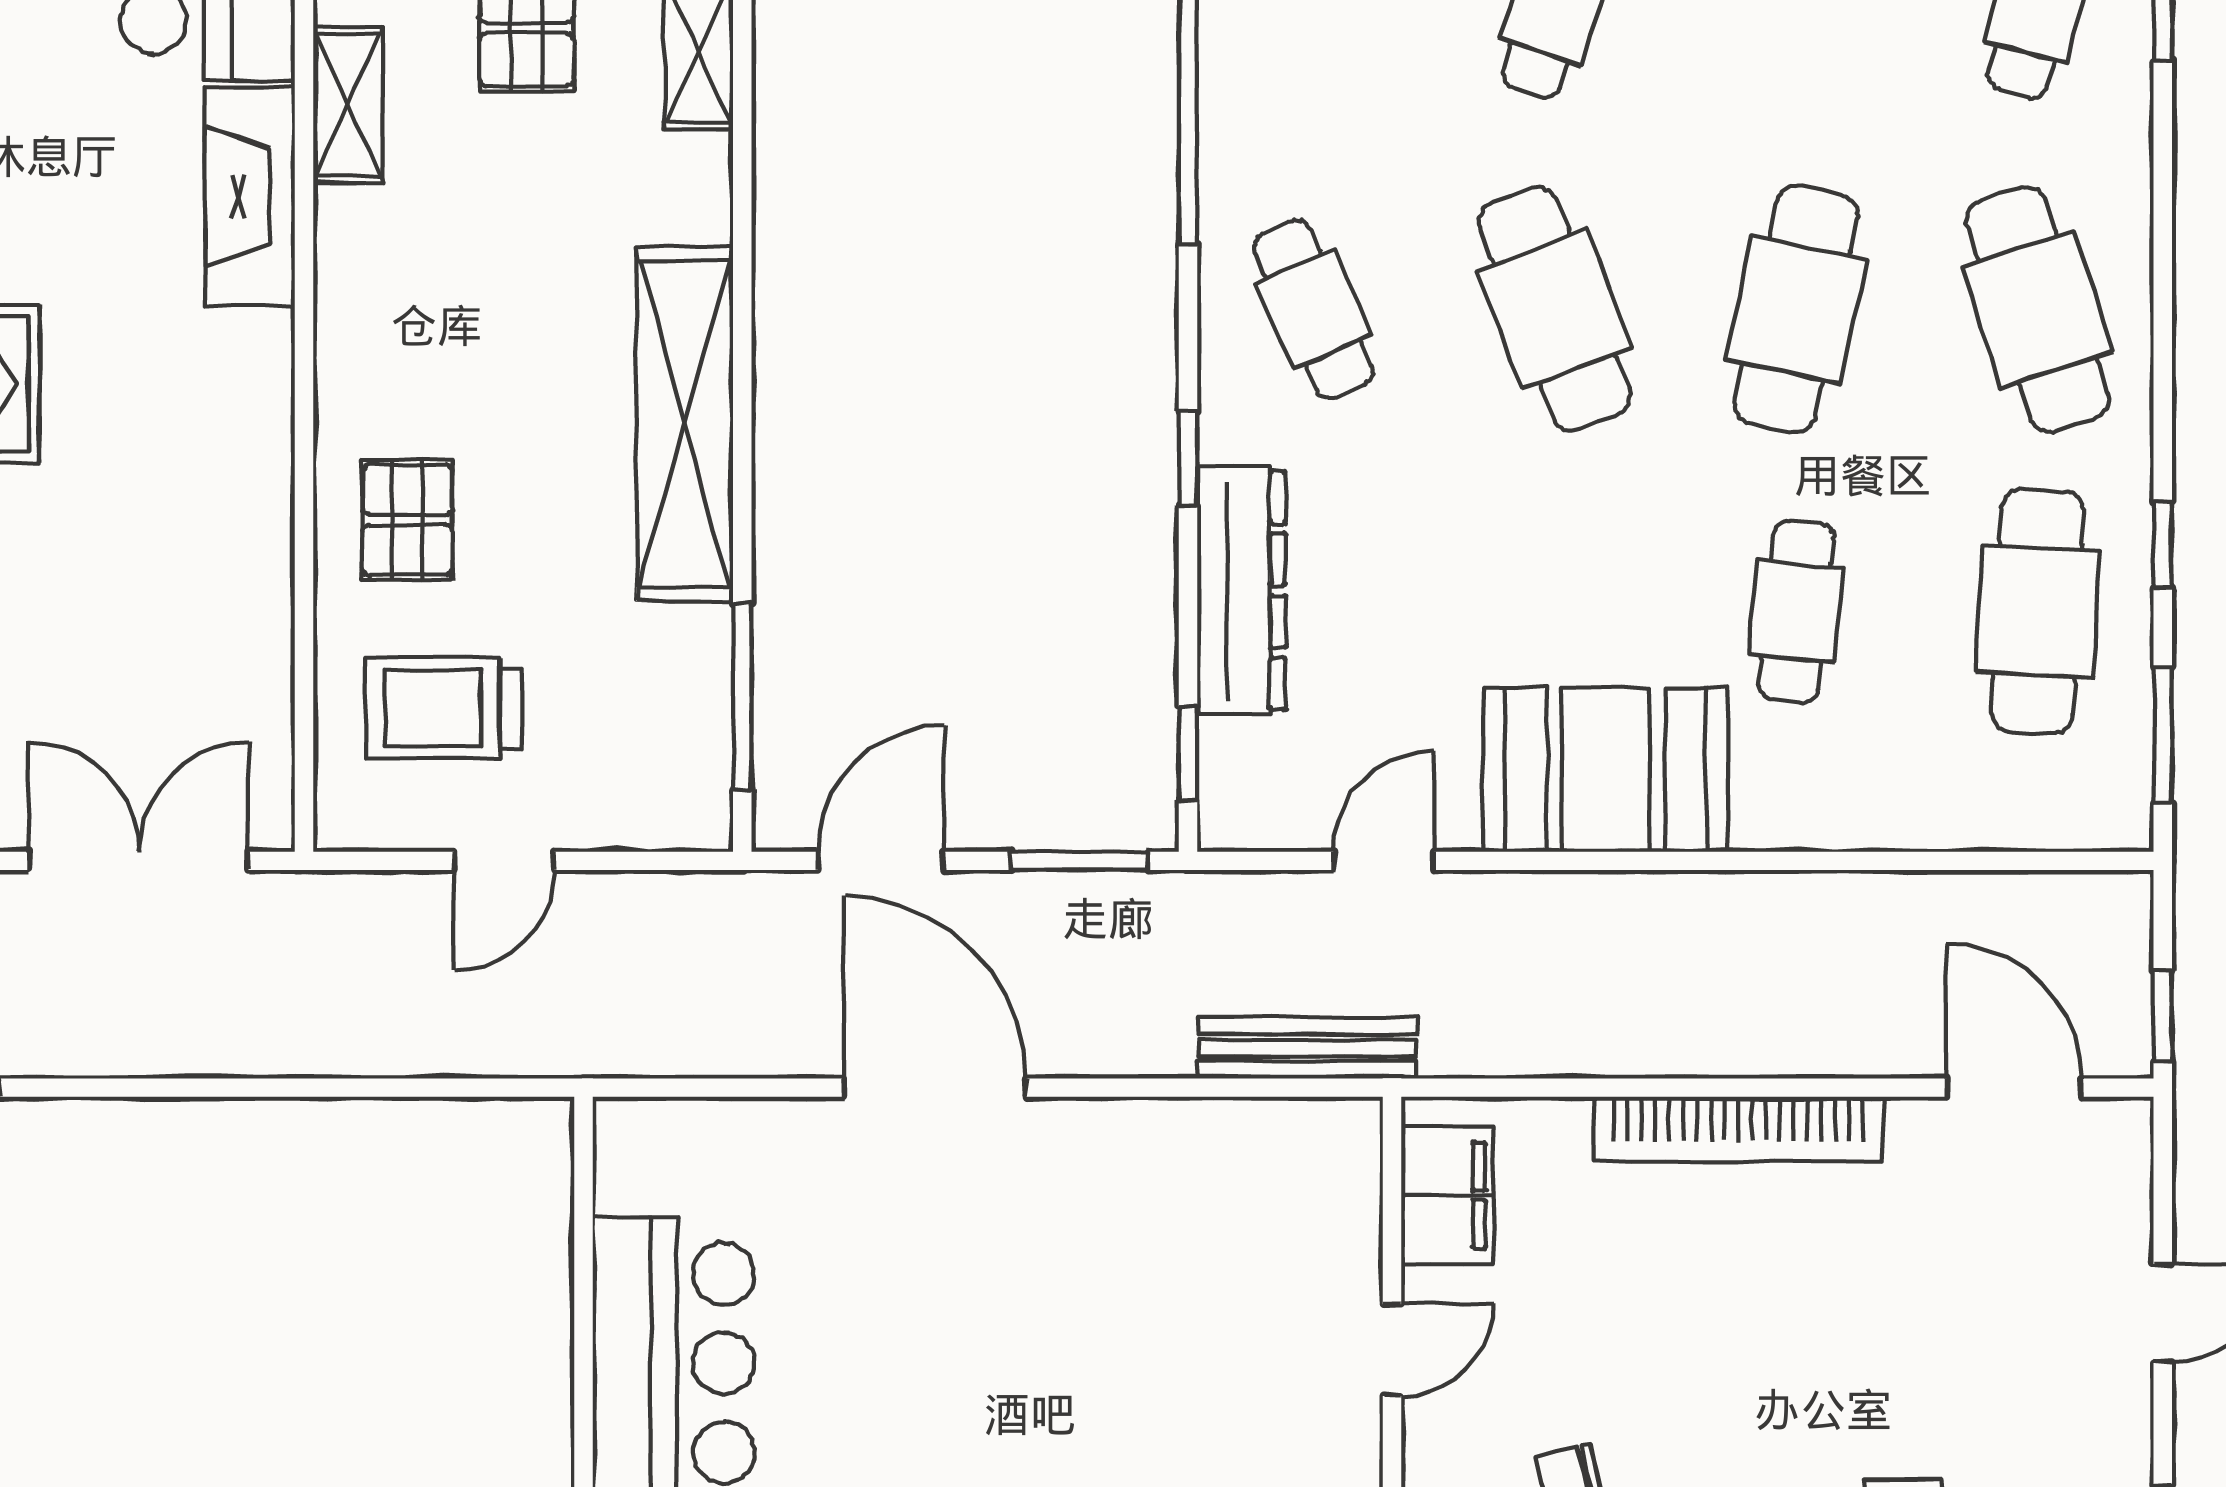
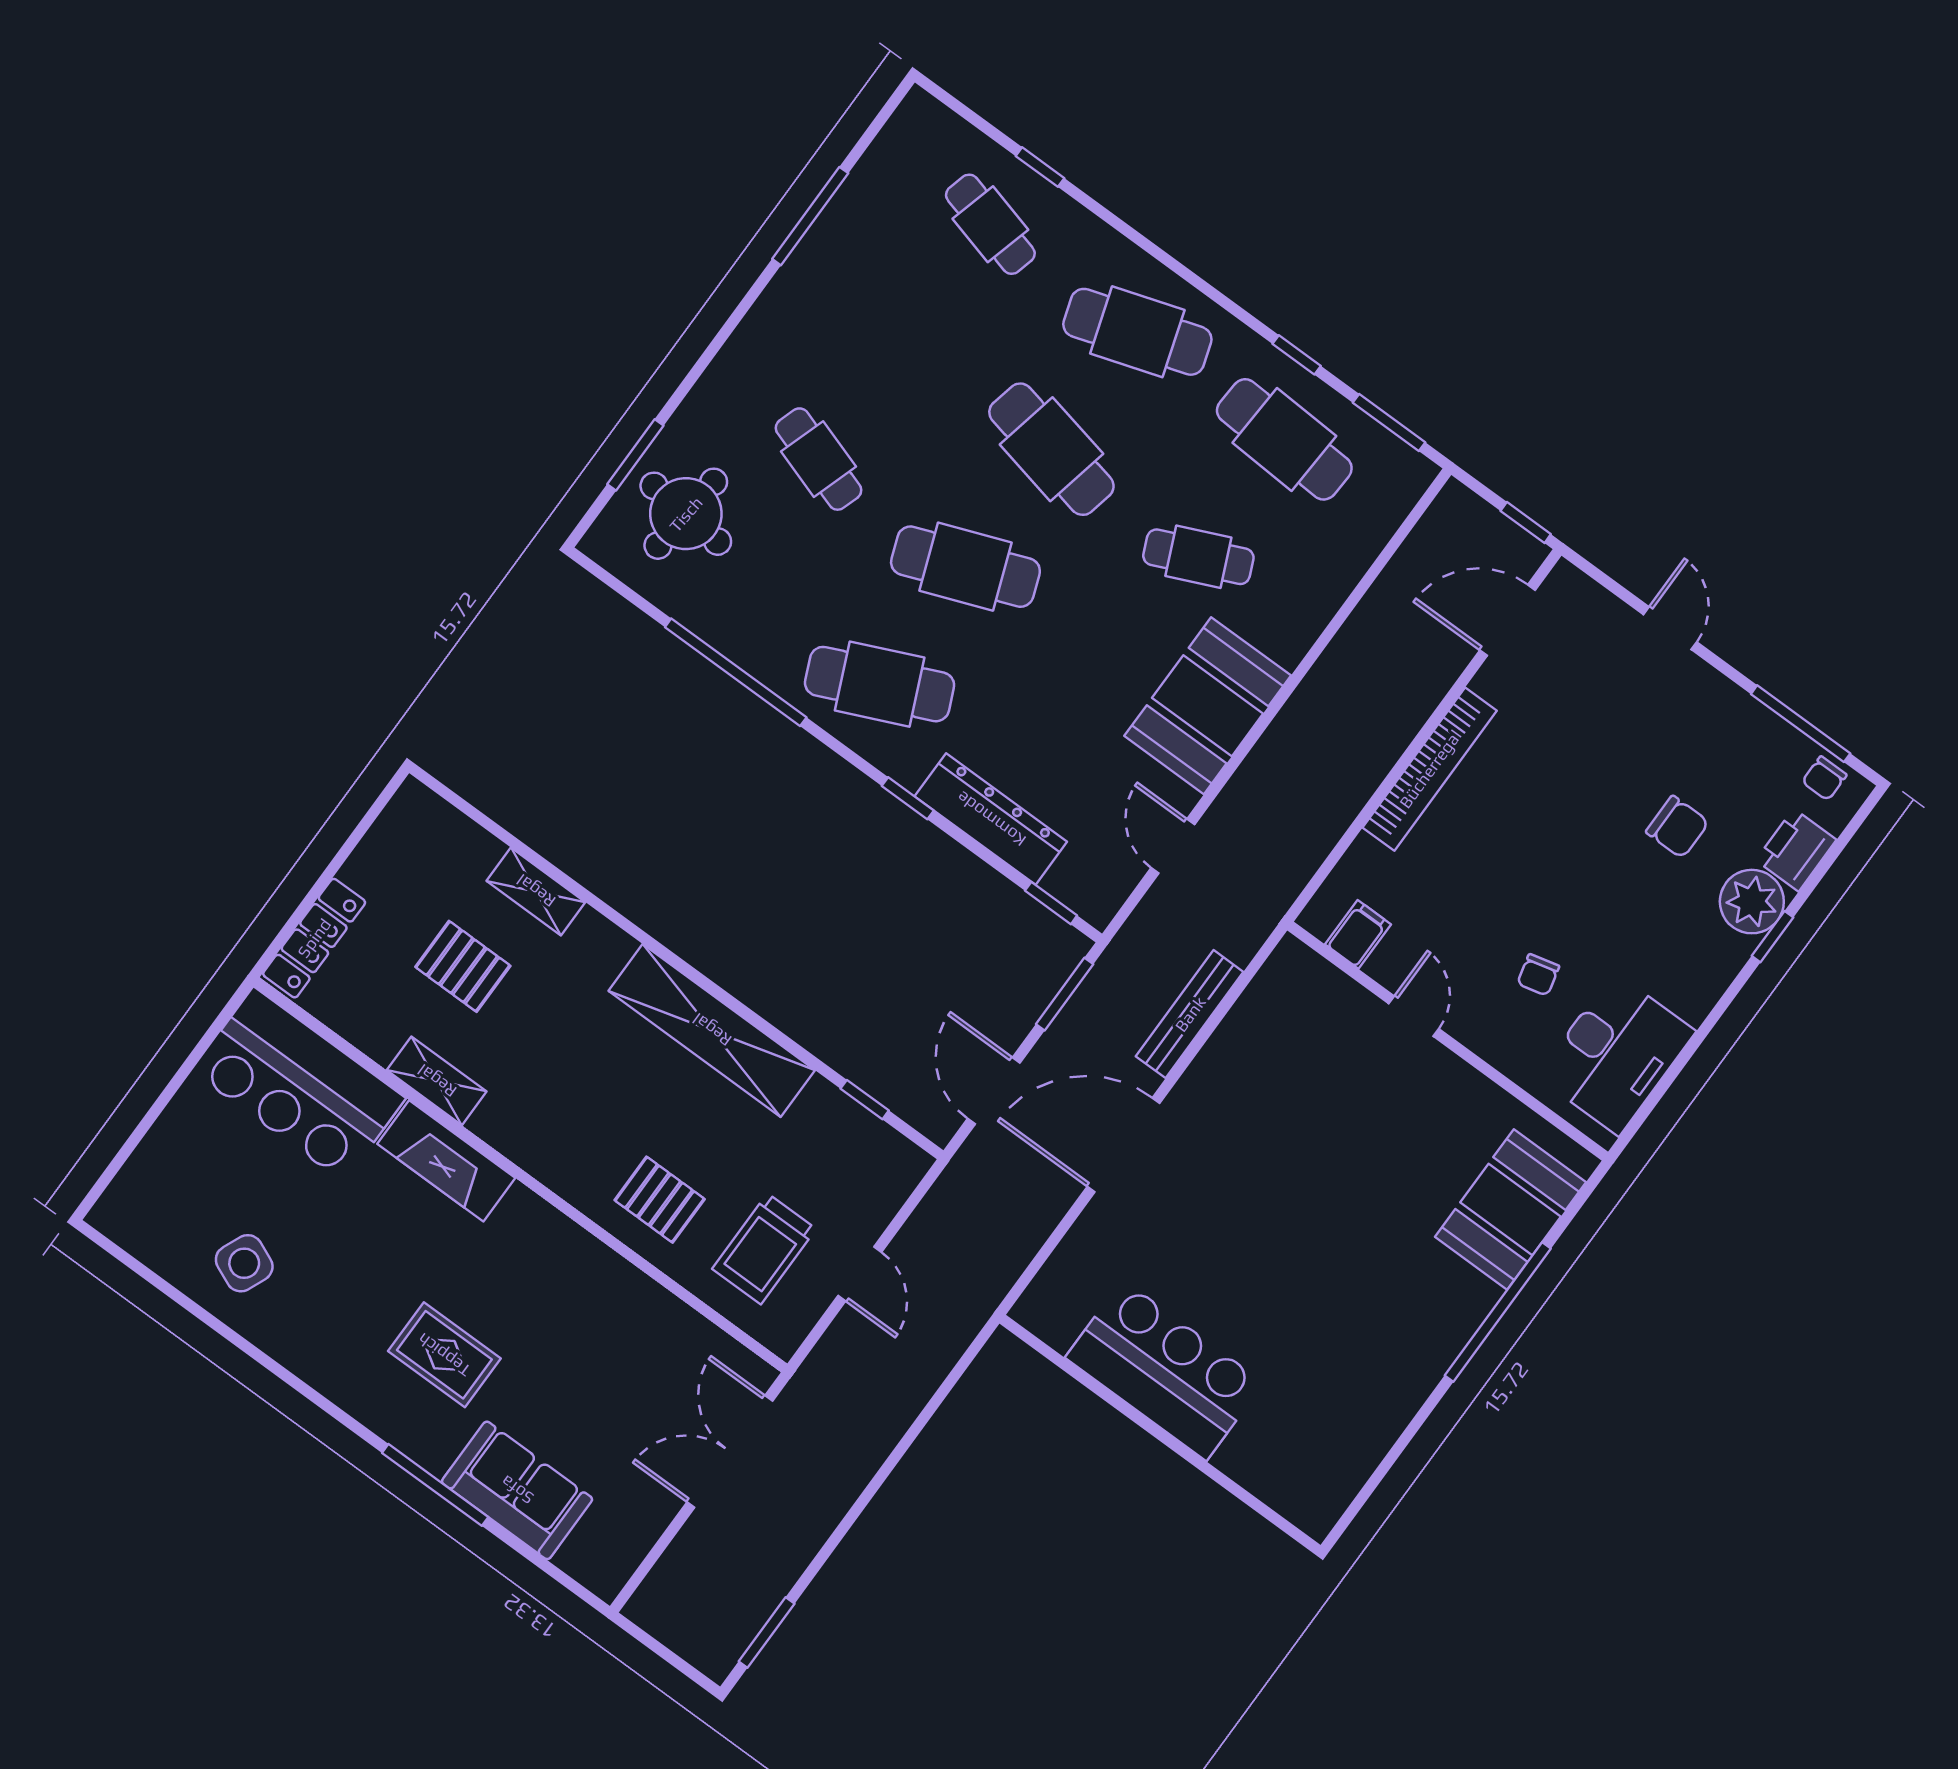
cafe table: (1313, 309) -> (880, 684), width x1.37, depth x1.35
cafe table: (1796, 612) -> (1198, 557), turned -30
window: (742, 697) -> (865, 1100), width x0.46
bench: (1308, 1048) -> (1190, 1014), moved
filing cabinet: (1447, 1195) -> (1358, 934), width x0.50

